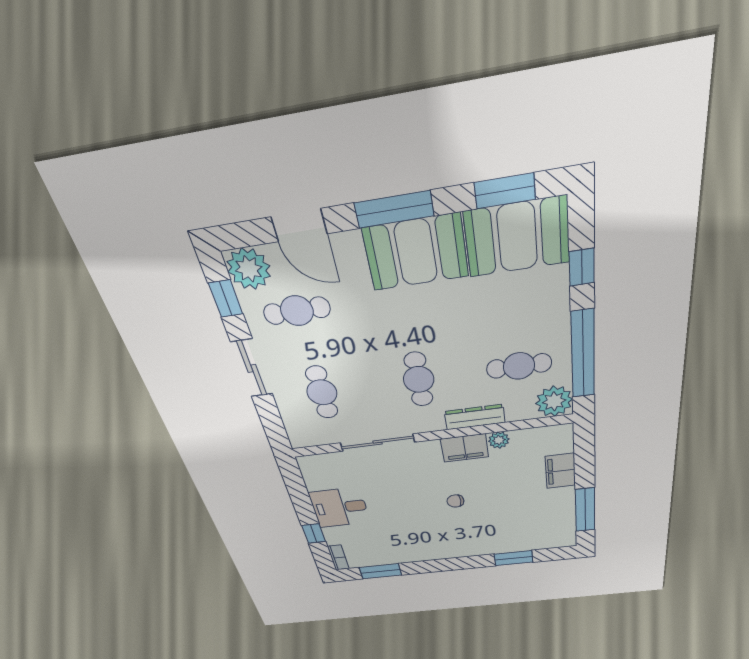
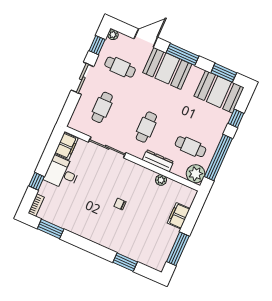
door: (299, 225) -> (146, 38), swing flipped
booth: (416, 252) -> (167, 68), moved
plant: (249, 269) -> (113, 35), width x0.53, depth x0.53
filing cabinet: (465, 448) -> (66, 146), moved, turned -90

